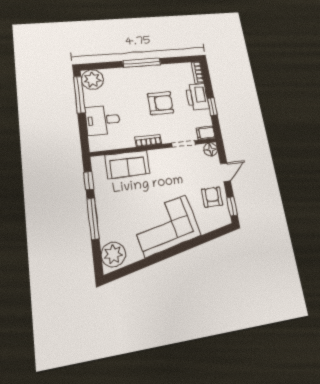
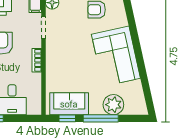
sofa: (127, 164) -> (69, 104), moved, turned -90
plant: (113, 254) -> (113, 105), moved

